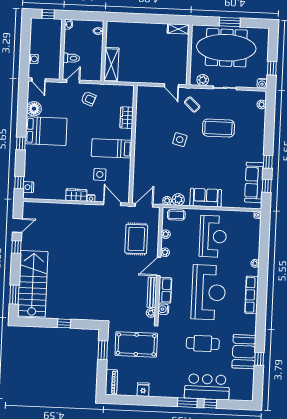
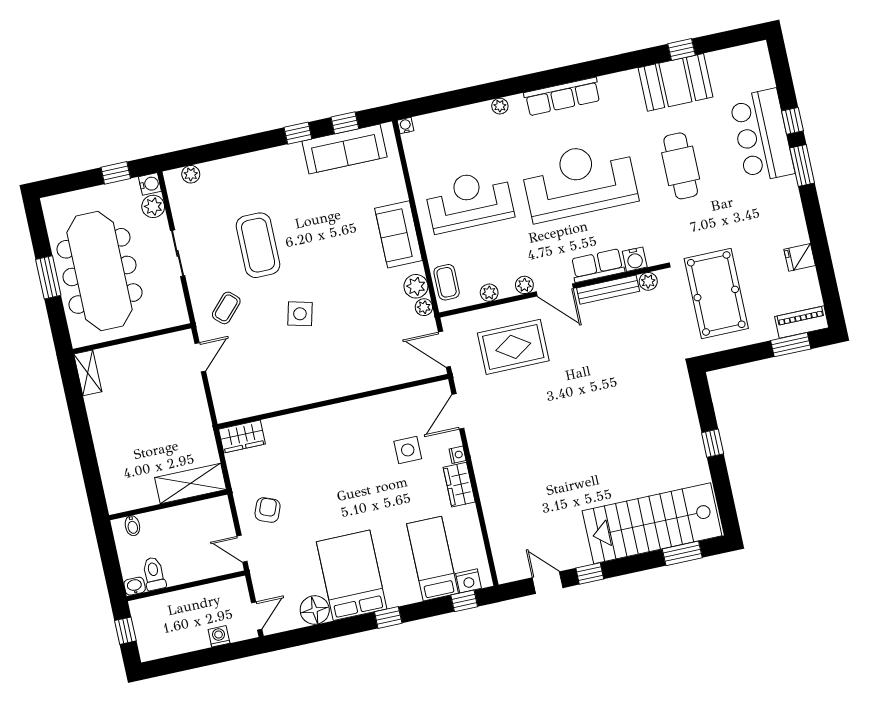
toilet: (71, 58) -> (154, 574), moved
plant: (203, 80) -> (153, 206), moved
wardrobe: (127, 118) -> (242, 437), moved
bed: (112, 148) -> (432, 559), moved, turned 180
window: (103, 350) -> (791, 345), moved

